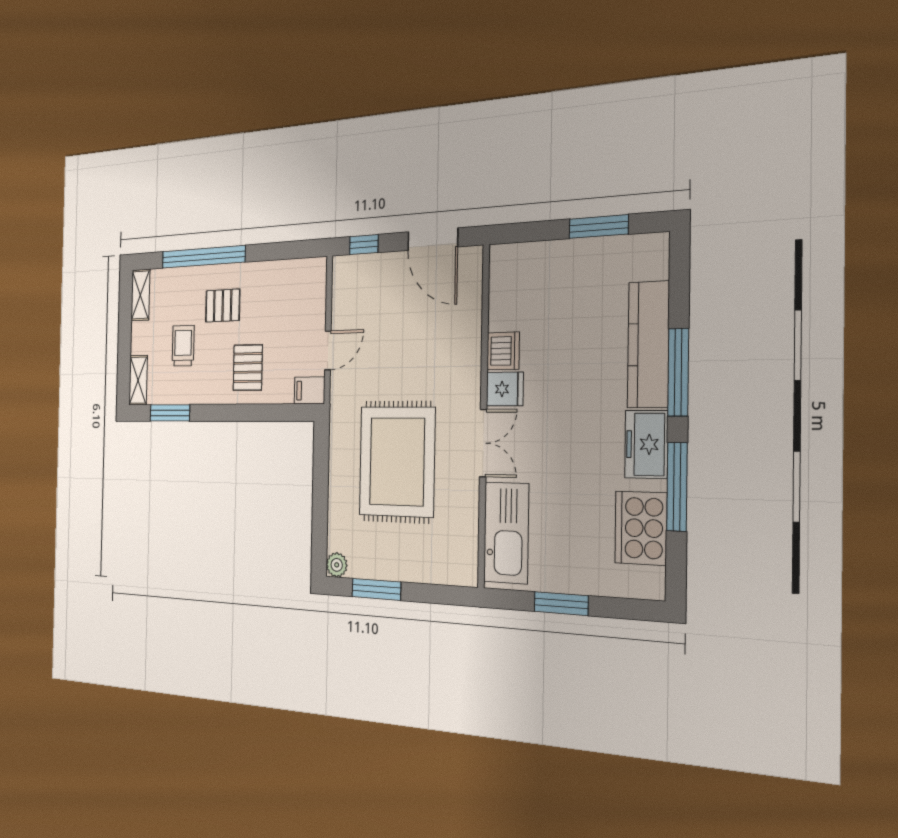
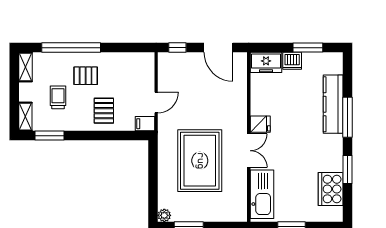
dishwasher: (503, 351) -> (292, 61), moved, turned 90
freezer: (646, 444) -> (266, 62), moved, turned -90
window: (677, 487) -> (348, 170), width x0.69

